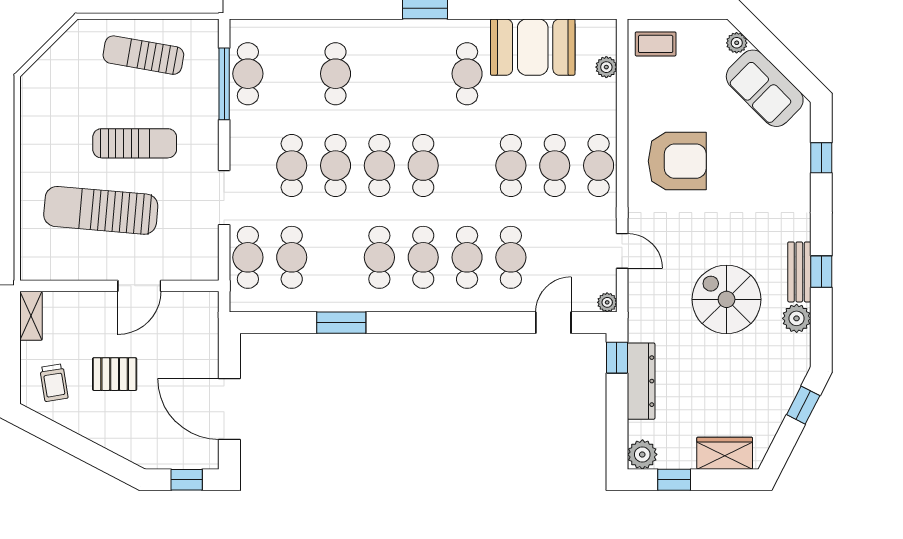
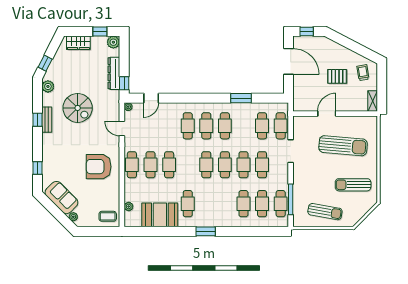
sun lounger: (135, 143) -> (353, 185), moved
cafe table: (511, 257) -> (262, 204), moved
plant: (797, 318) -> (48, 86), moved

